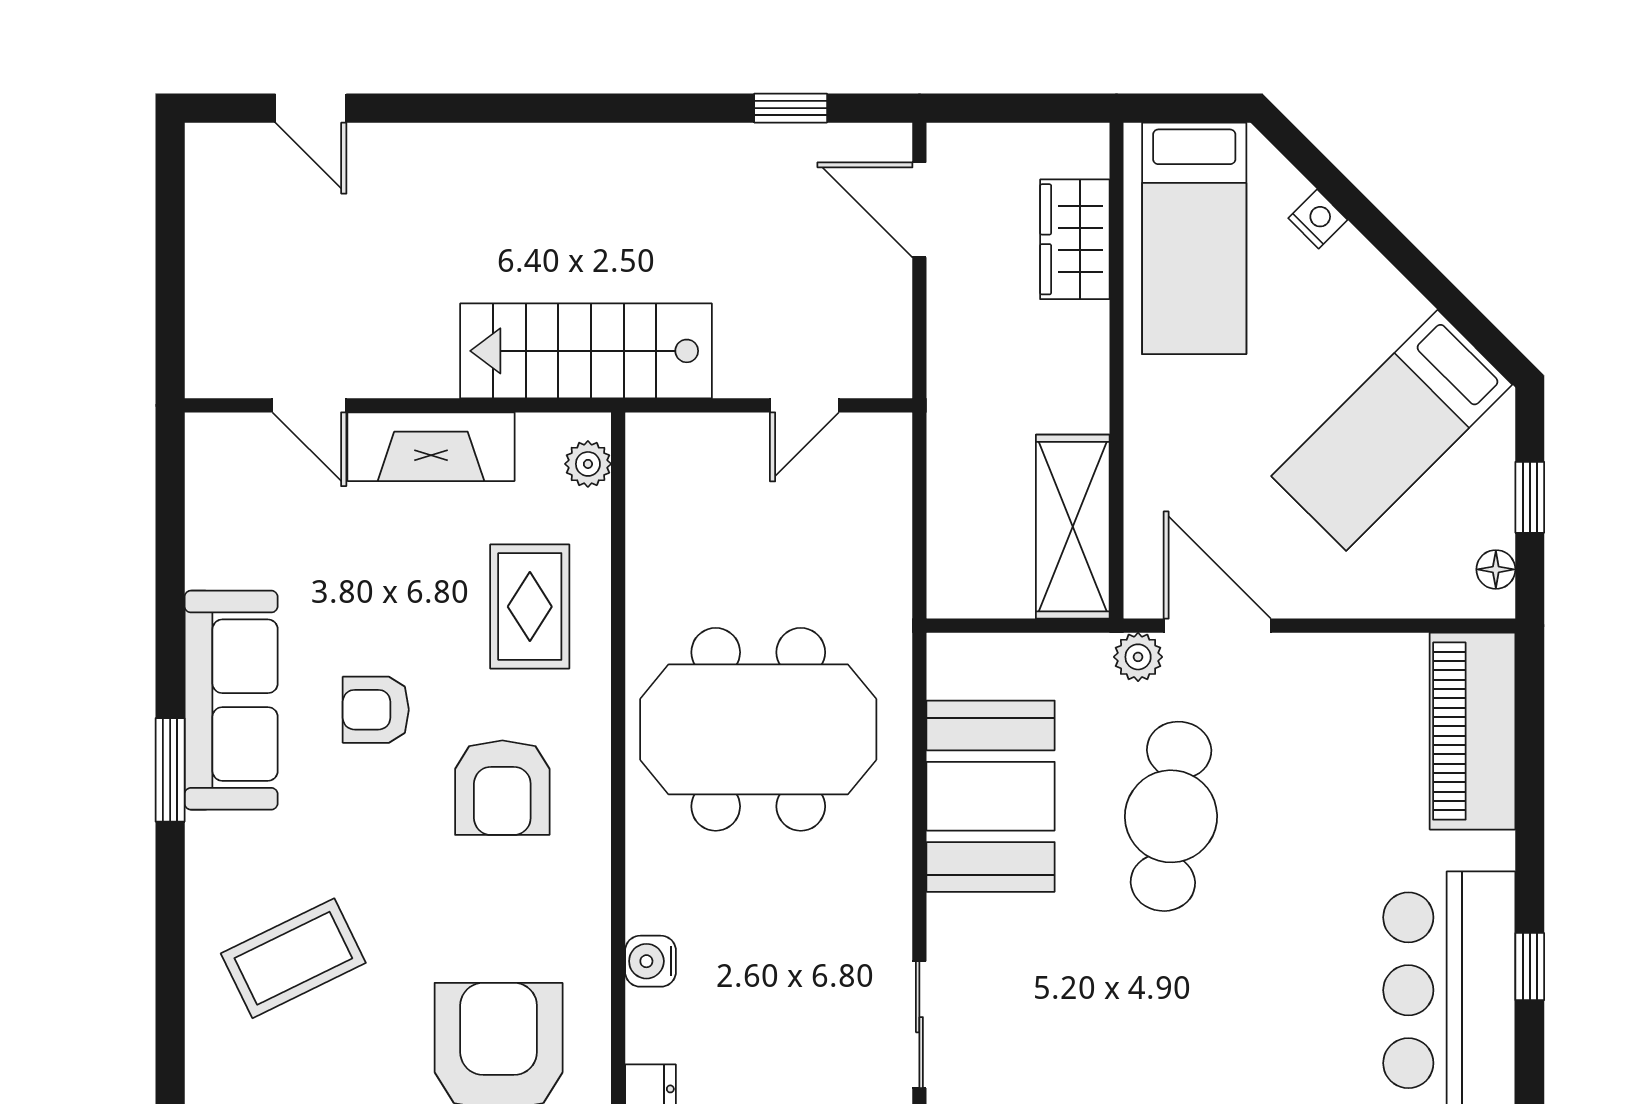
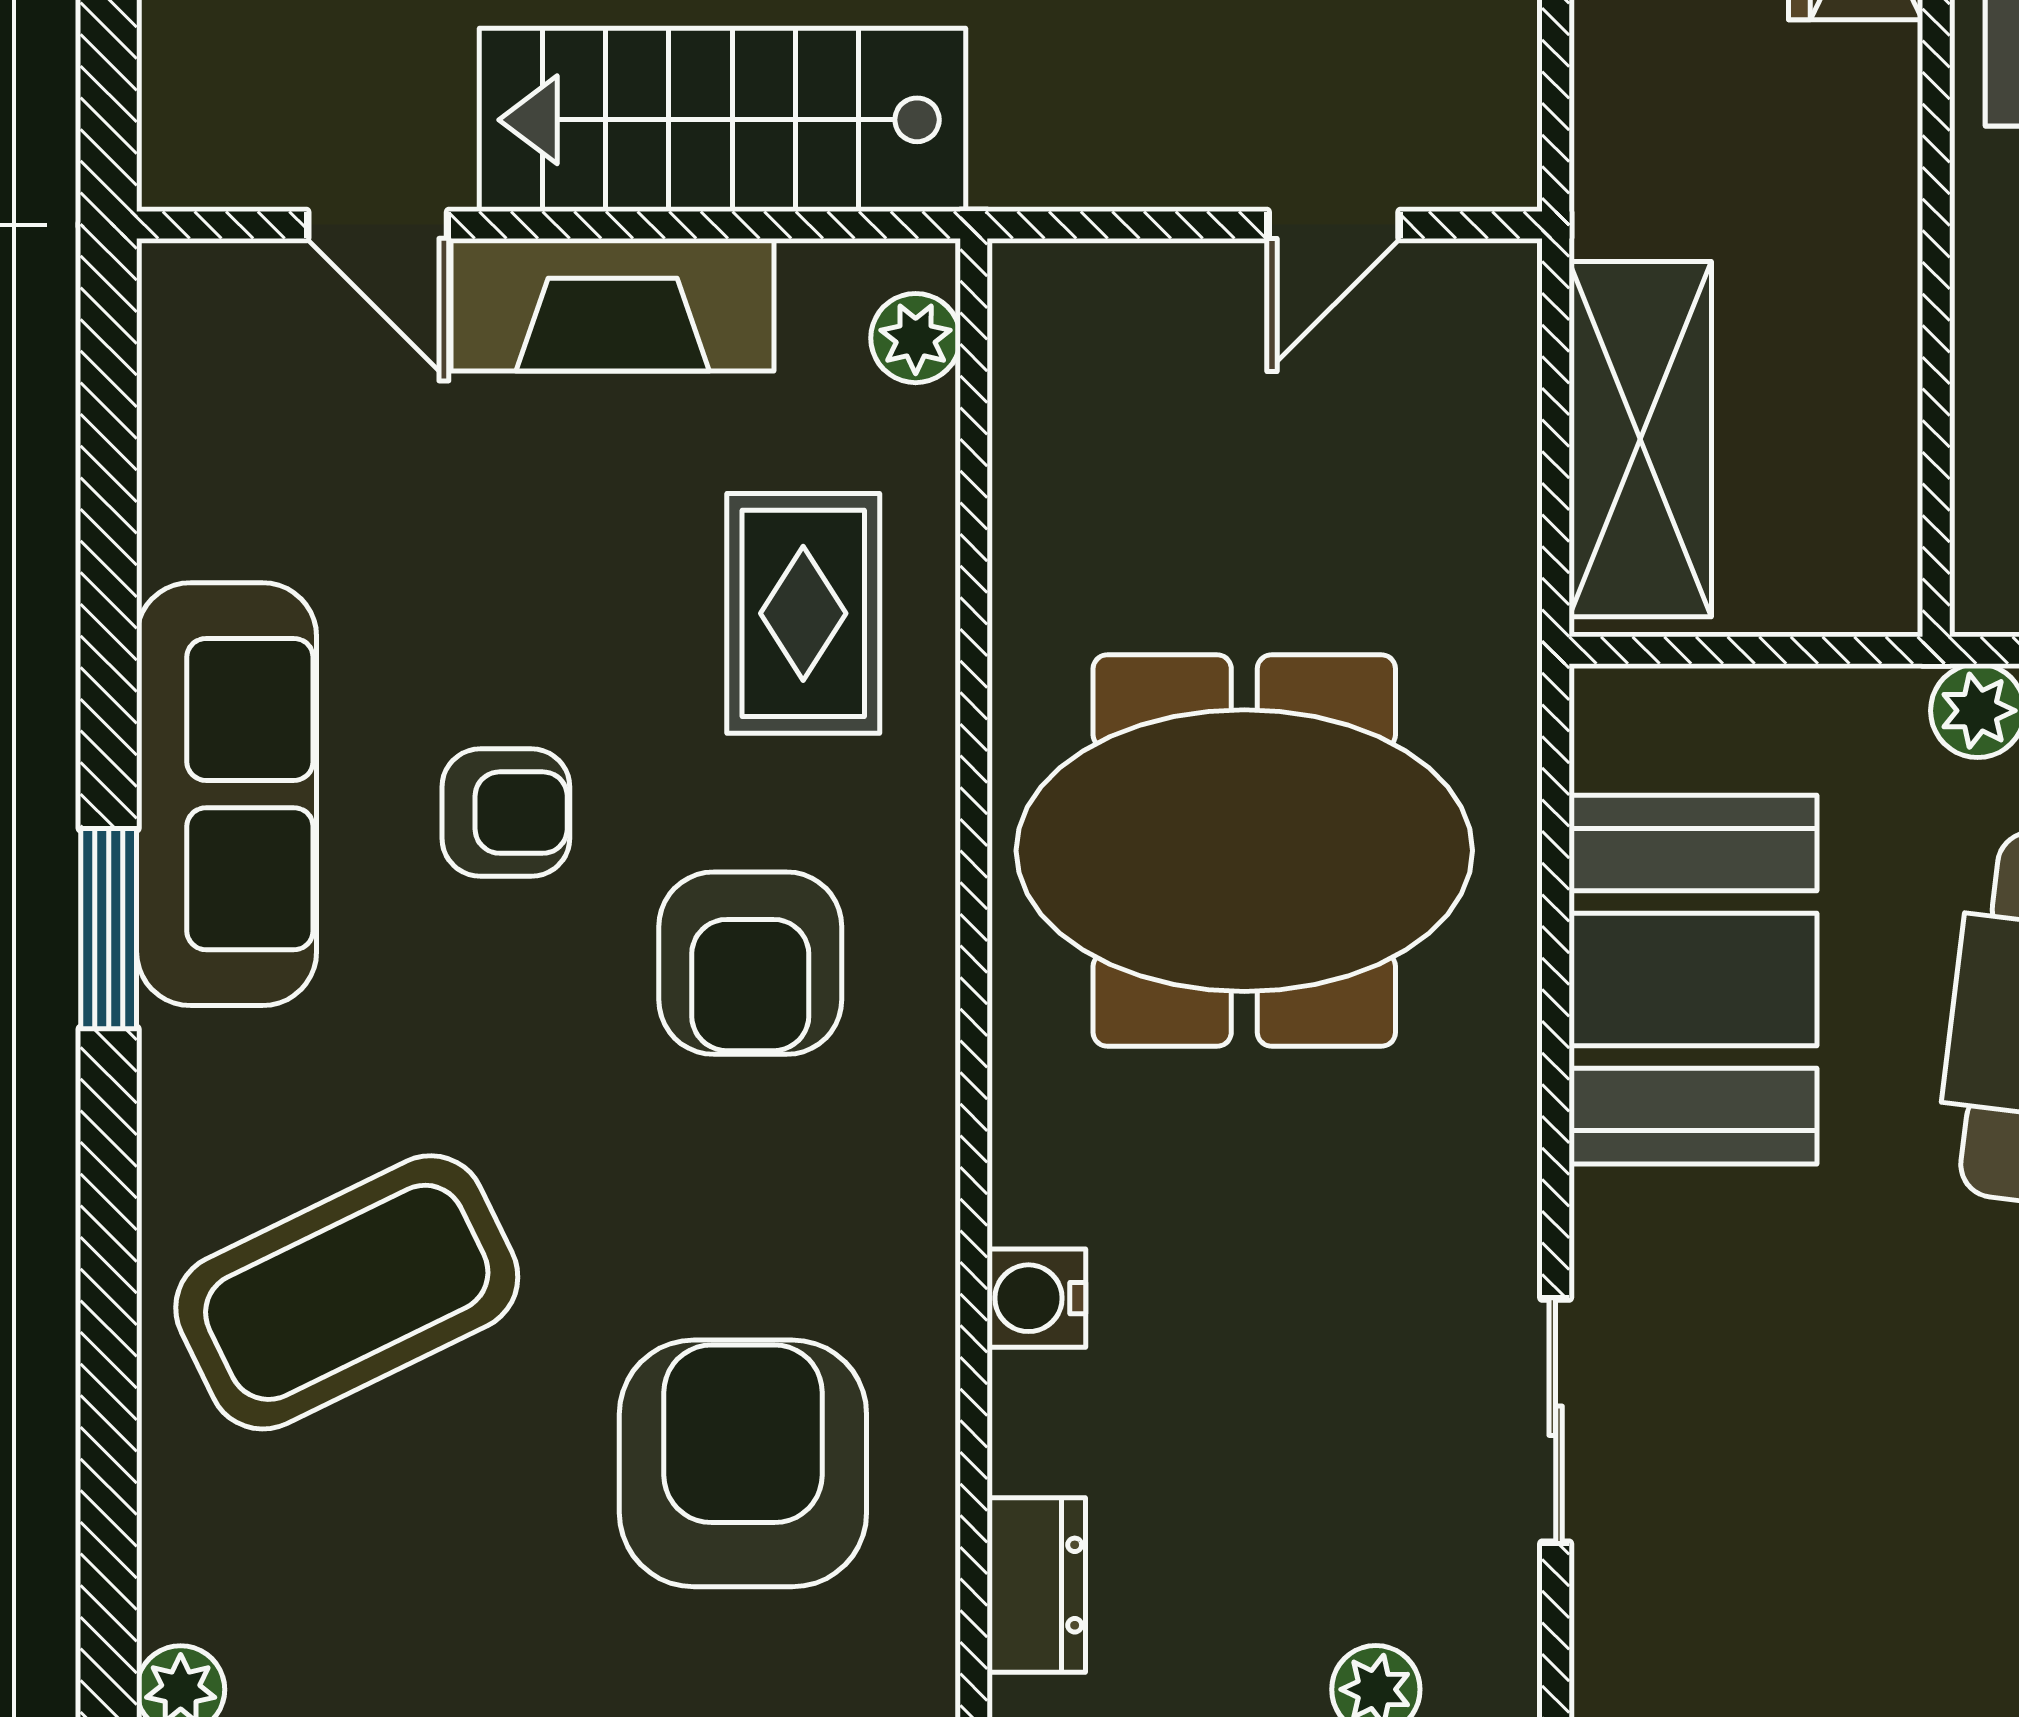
stairs: (586, 351) -> (722, 120), moved
shelving: (1073, 527) -> (1640, 439), moved
armchair: (376, 710) -> (506, 813), turned 180
coffee table: (293, 958) -> (347, 1292), width x1.36, depth x1.32

